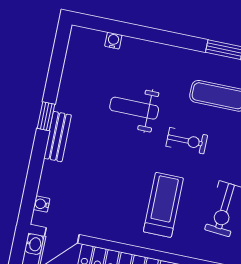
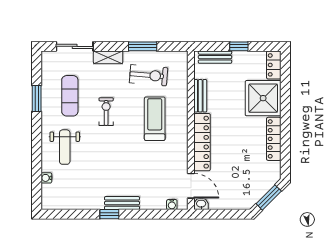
weight bench: (134, 108) -> (65, 147), moved
treadmill: (163, 205) -> (155, 119), turned 90

